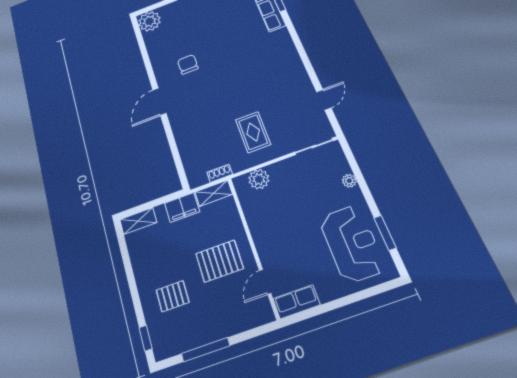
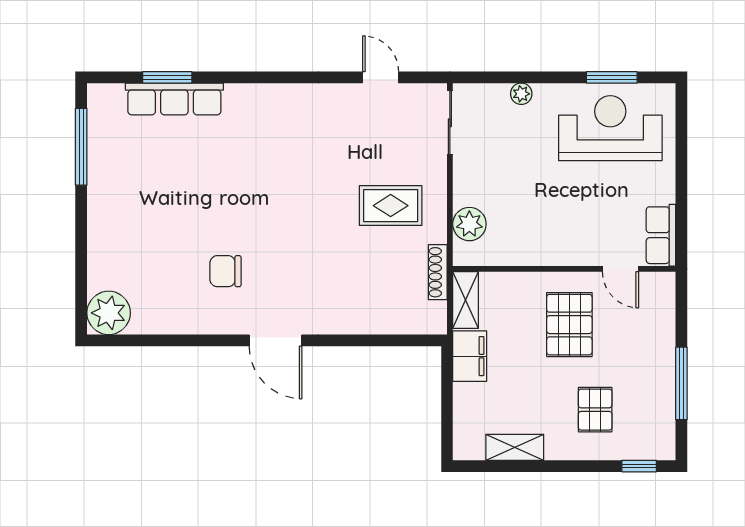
shoe rack: (220, 173) -> (438, 272), width x1.43
shelving: (138, 221) -> (515, 447), moved, turned 90

